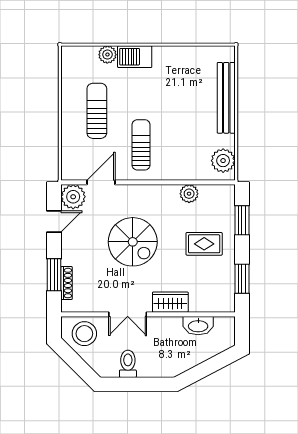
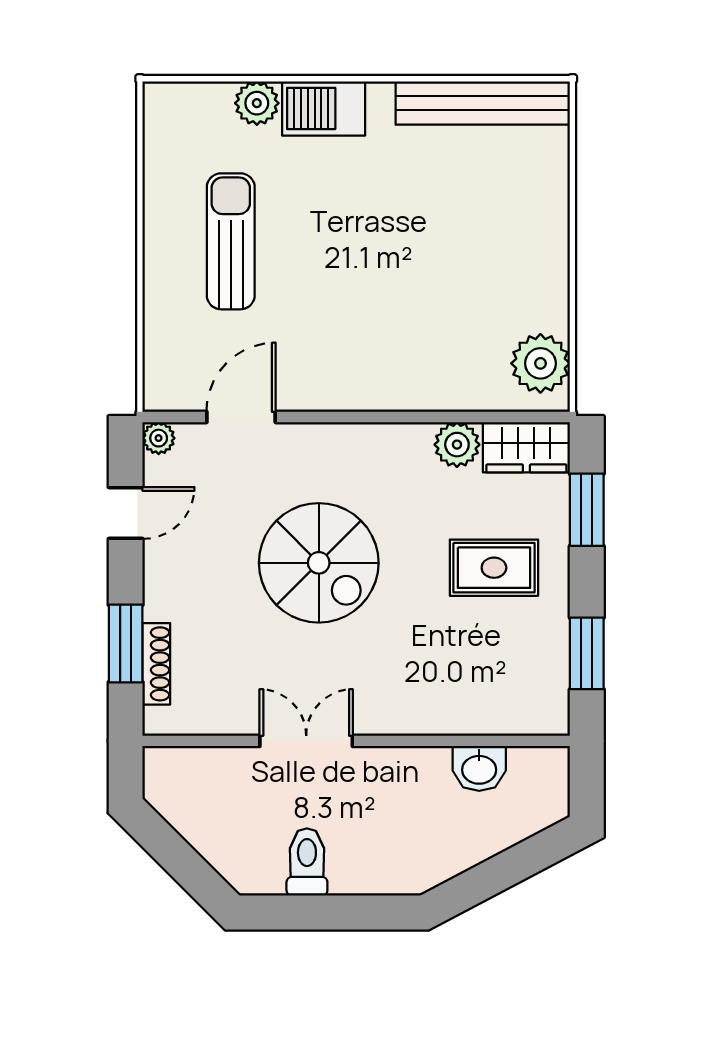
bench: (226, 98) -> (483, 103), moved, turned 90
sun lounger: (141, 145) -> (339, 325), removed
plant: (73, 197) -> (159, 438), width x0.53, depth x0.53
wardrobe: (170, 302) -> (526, 447), moved, turned 180
double door: (128, 314) -> (306, 741), swing flipped
washbasin: (198, 326) -> (479, 768), width x0.72
stool: (84, 334) -> (200, 788), removed

